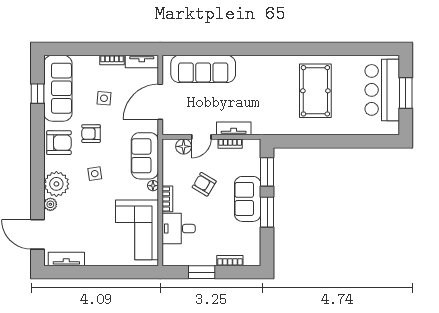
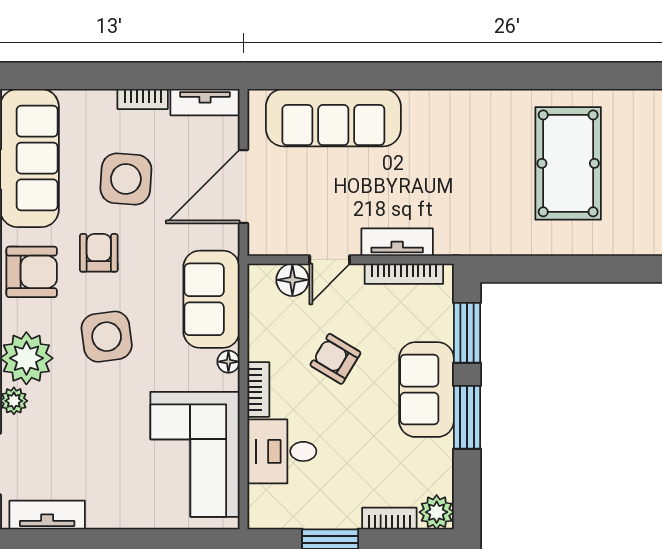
side table: (104, 98) -> (126, 179), width x1.87, depth x1.87
armchair: (91, 134) -> (99, 253), turned 90
bookcase: (230, 144) -> (404, 274), width x1.56
side table: (95, 174) -> (107, 337), width x1.87, depth x1.87
plant: (252, 258) -> (437, 512), added

